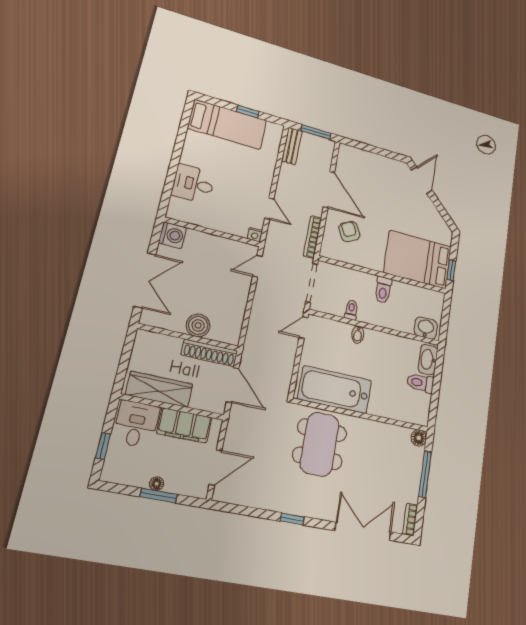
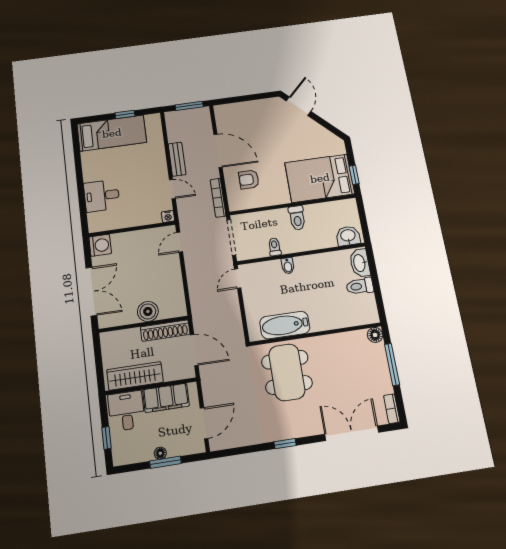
bench: (292, 146) -> (177, 159), moved
armchair: (349, 232) -> (249, 179), turned -63
bathtub: (335, 390) -> (285, 325), width x0.73, depth x0.73

